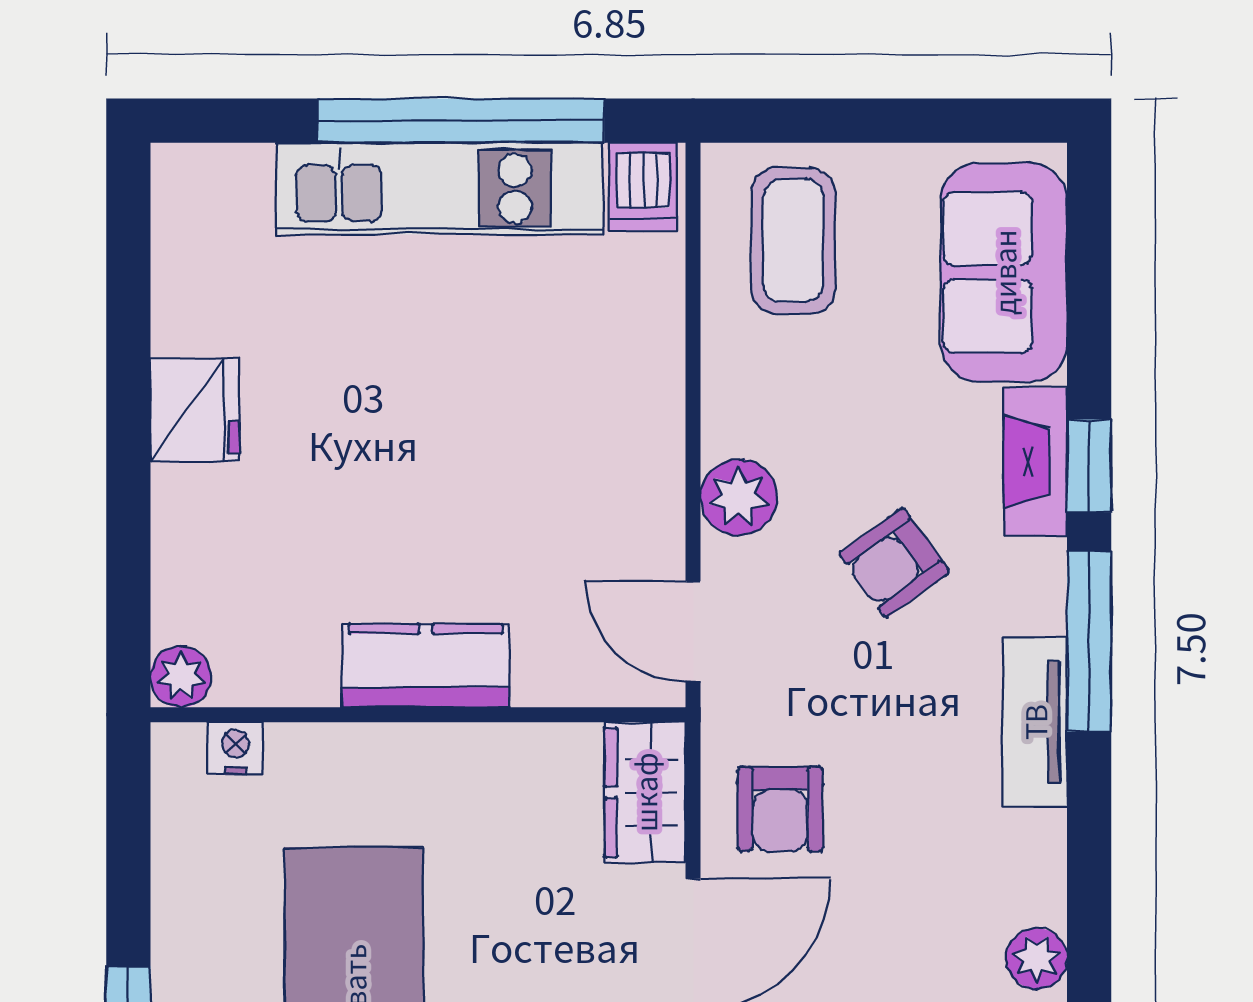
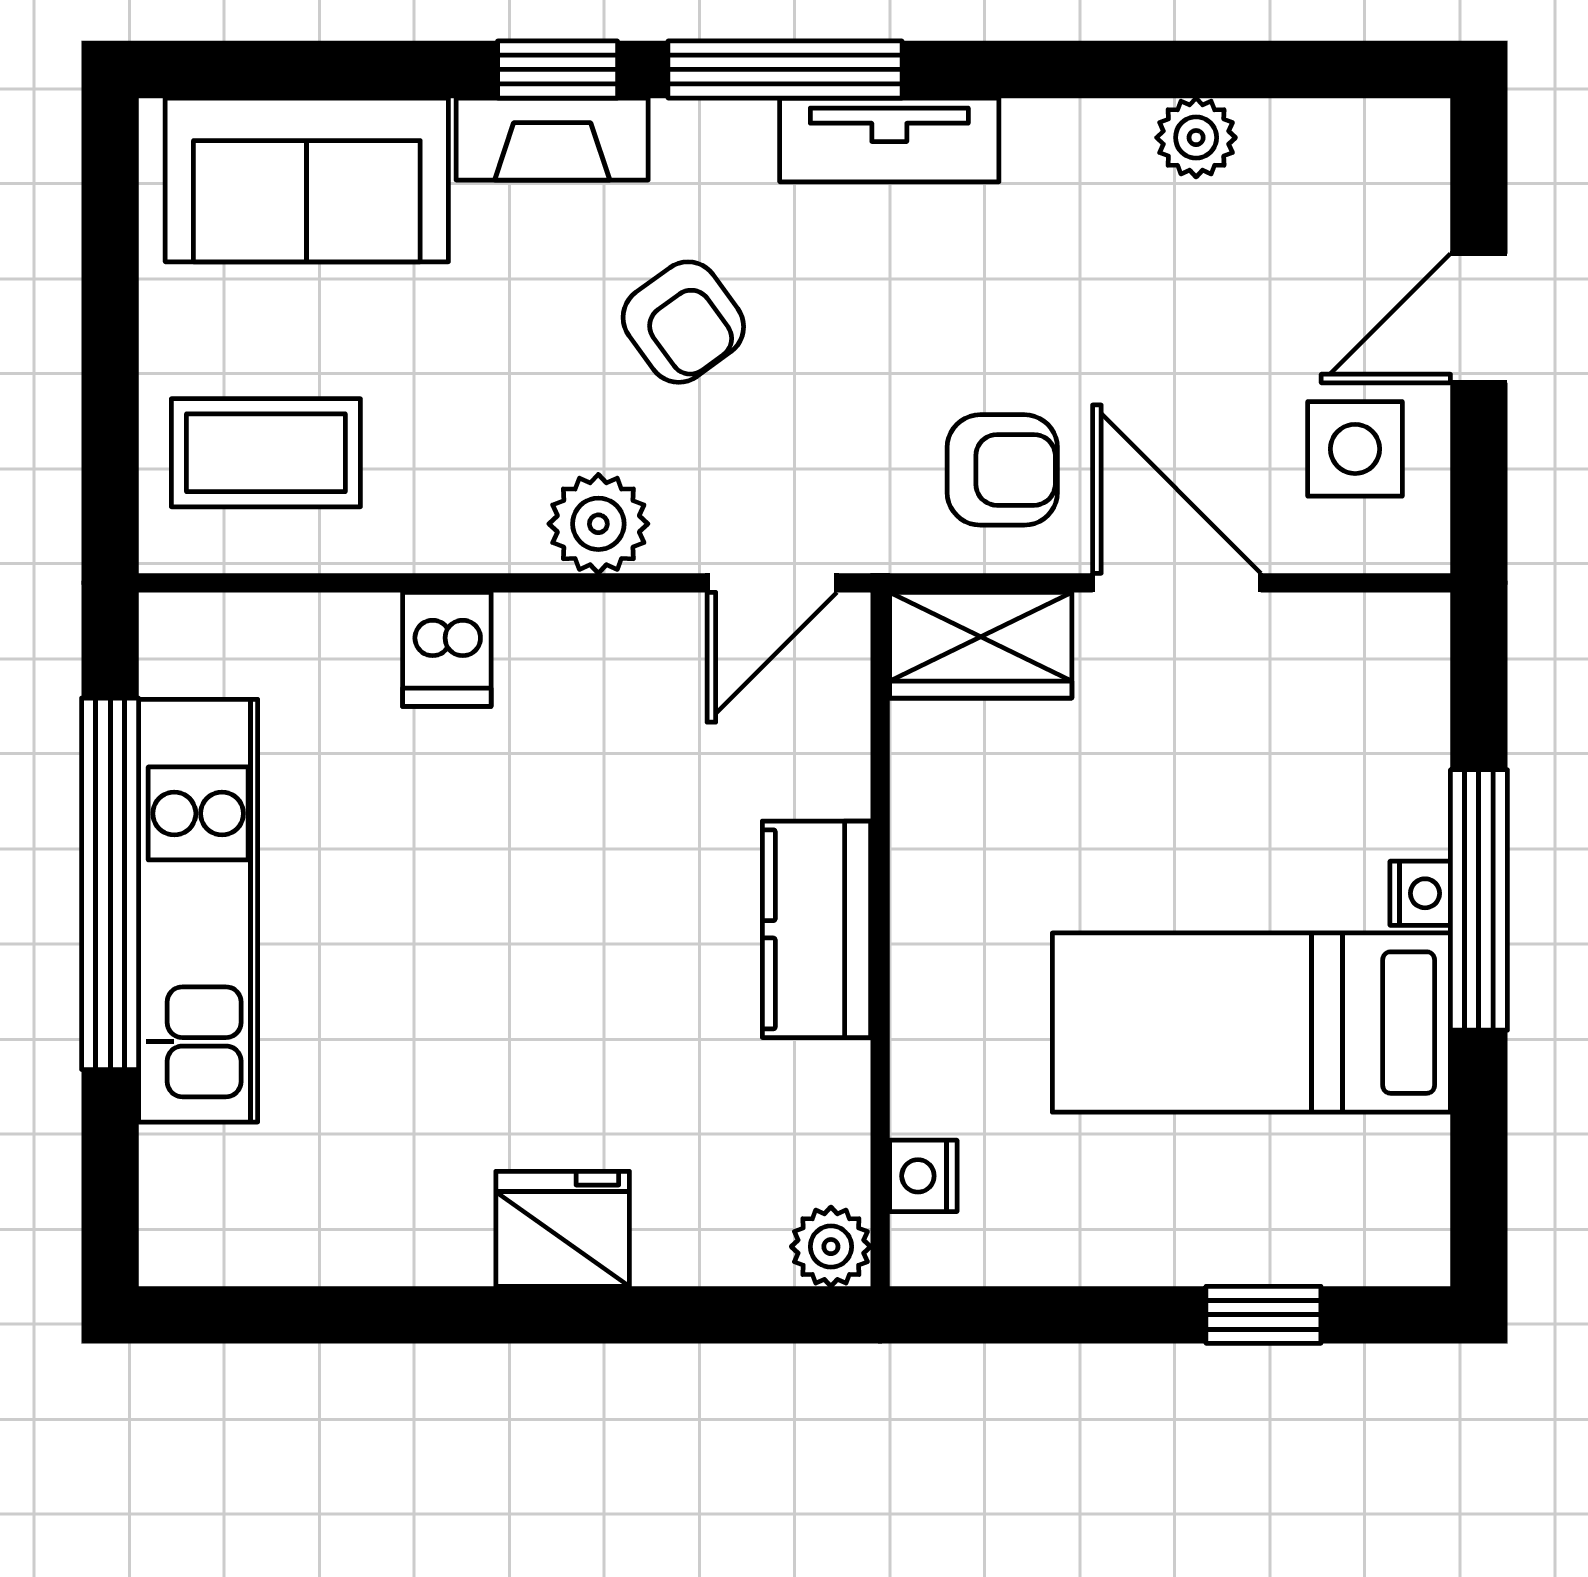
dishwasher: (643, 187) -> (447, 649), moved, turned 90
fridge: (195, 410) -> (563, 1229), moved

